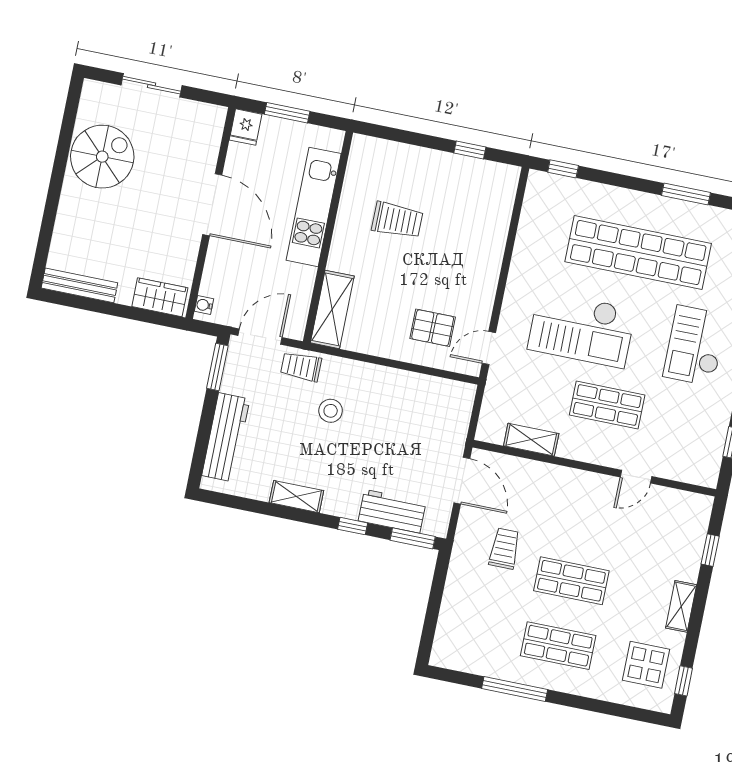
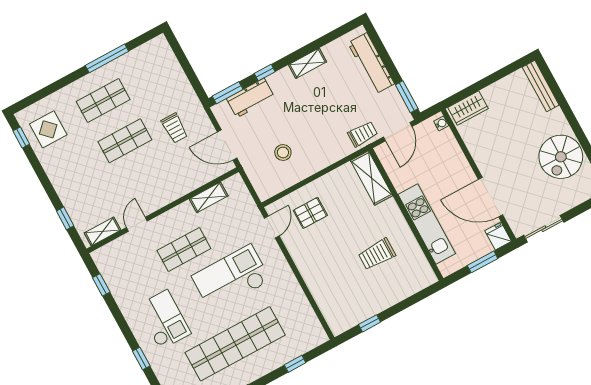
sliding door: (152, 85) -> (544, 229), moved
window: (563, 169) -> (295, 364), moved
door: (212, 205) -> (491, 197), moved
bench: (79, 285) -> (541, 86), moved, turned 90
stool: (331, 411) -> (283, 152), moved
shelving: (681, 606) -> (102, 231), moved, turned 90

